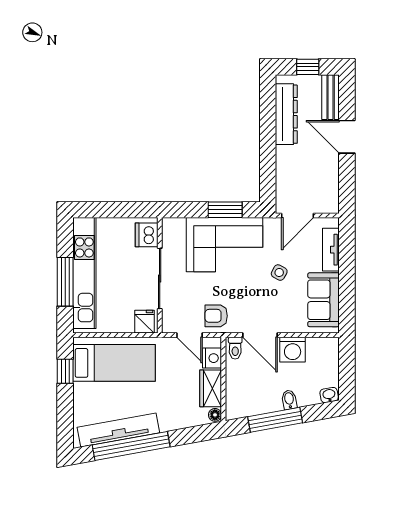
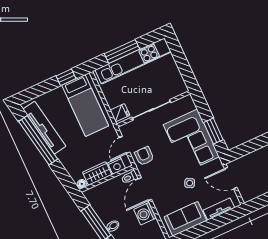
dishwasher: (147, 235) -> (175, 89), removed

